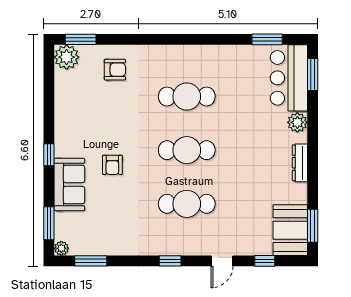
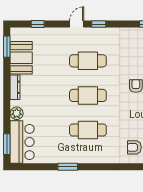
window: (267, 39) -> (68, 167), moved
booth: (290, 230) -> (21, 58), moved
door: (222, 261) -> (77, 24), moved

